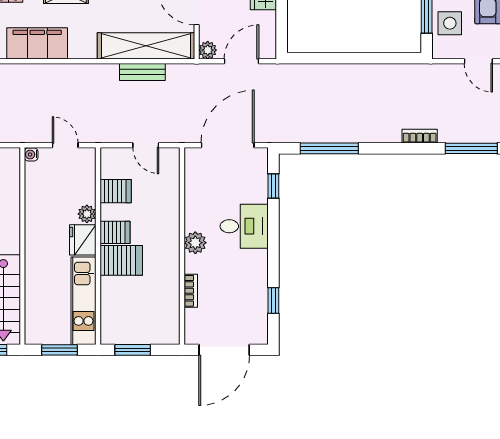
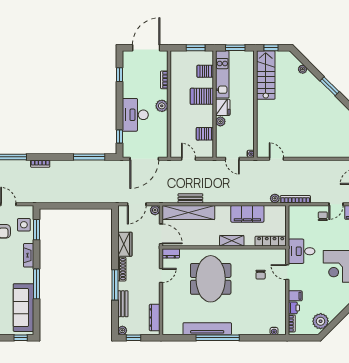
desk: (244, 226) -> (135, 115), width x1.37
server rack: (115, 232) -> (205, 71), moved

